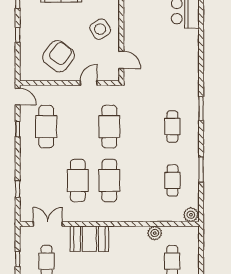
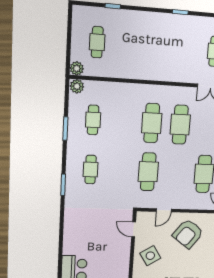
plant: (155, 233) -> (77, 68), moved
booth: (89, 239) -> (174, 70), removed

